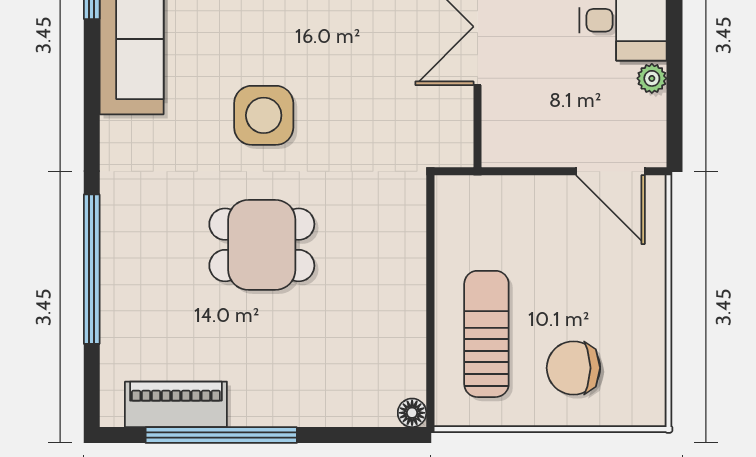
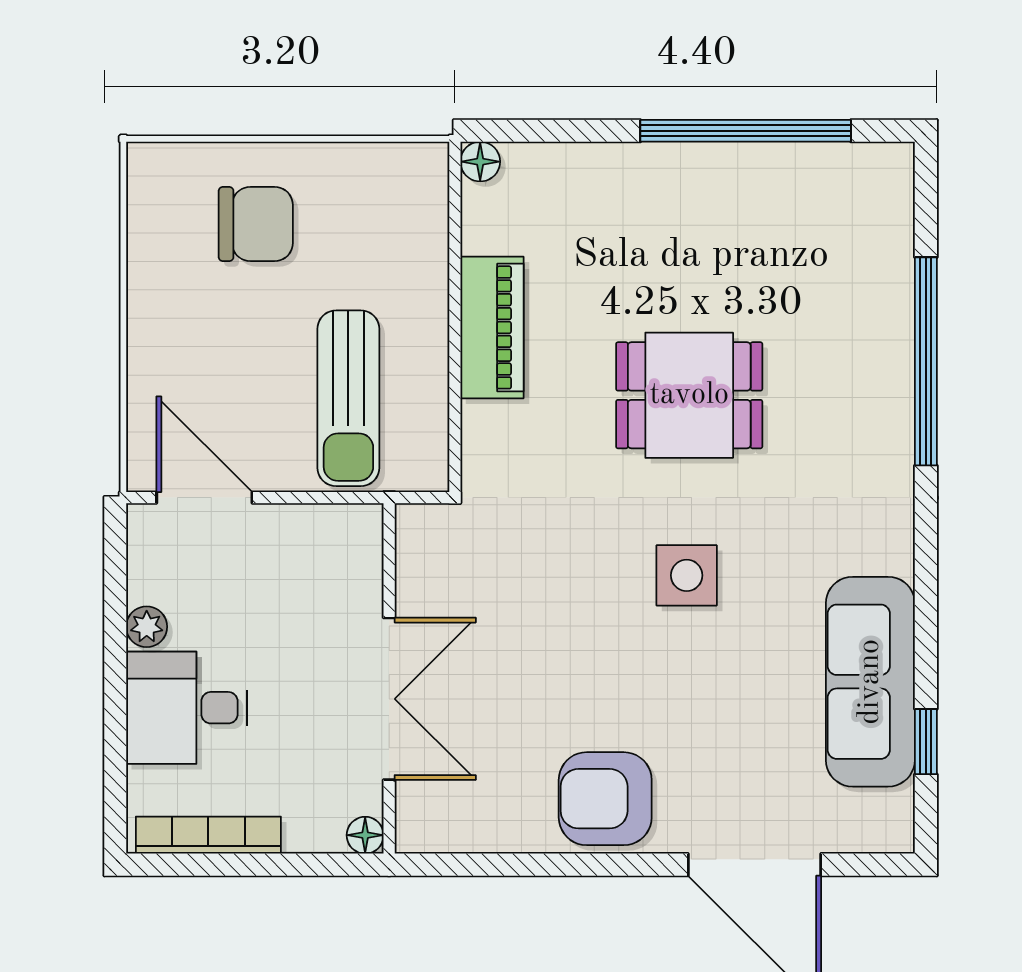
side table: (264, 115) -> (687, 575), width x0.73, depth x0.73
sun lounger: (486, 334) -> (348, 398), moved
piano: (176, 404) -> (492, 327), moved, turned -90

